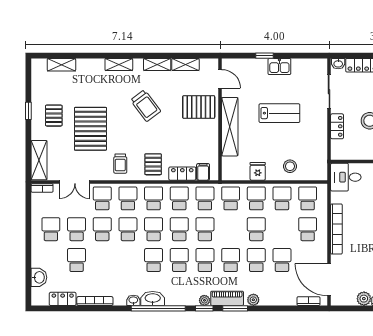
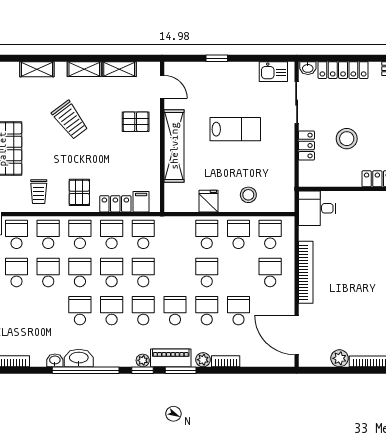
kitchen sink: (279, 66) -> (273, 72), moved
pallet: (199, 107) -> (136, 122), width x0.67, depth x0.71
school desk: (231, 198) -> (175, 234), removed
bookcase: (308, 301) -> (226, 361), moved

